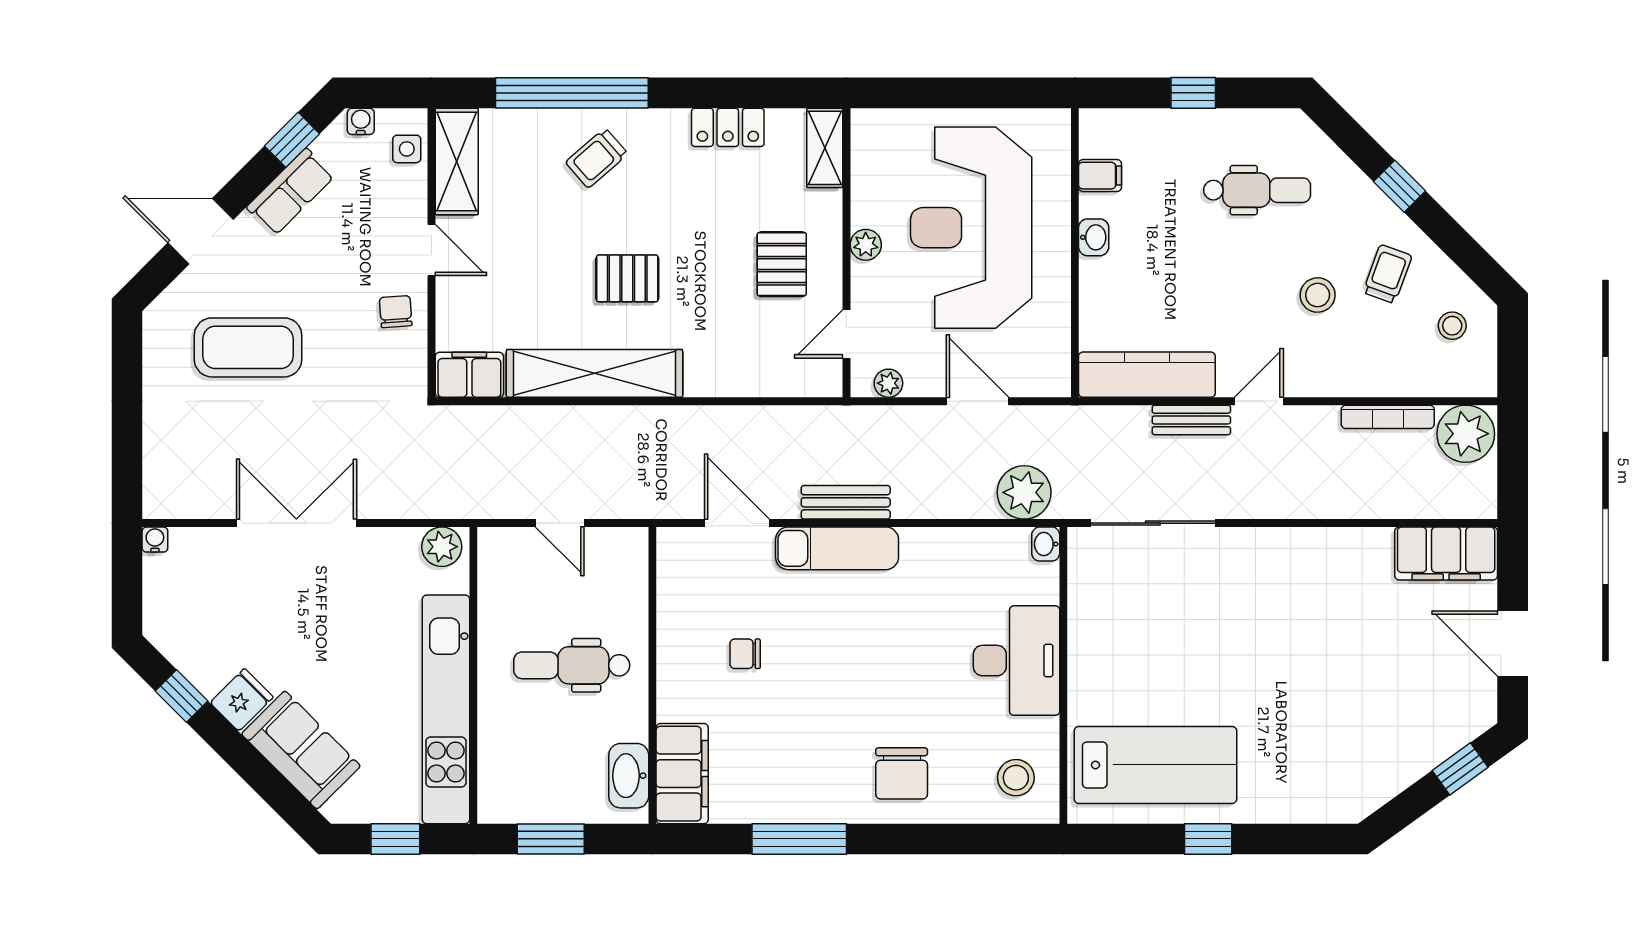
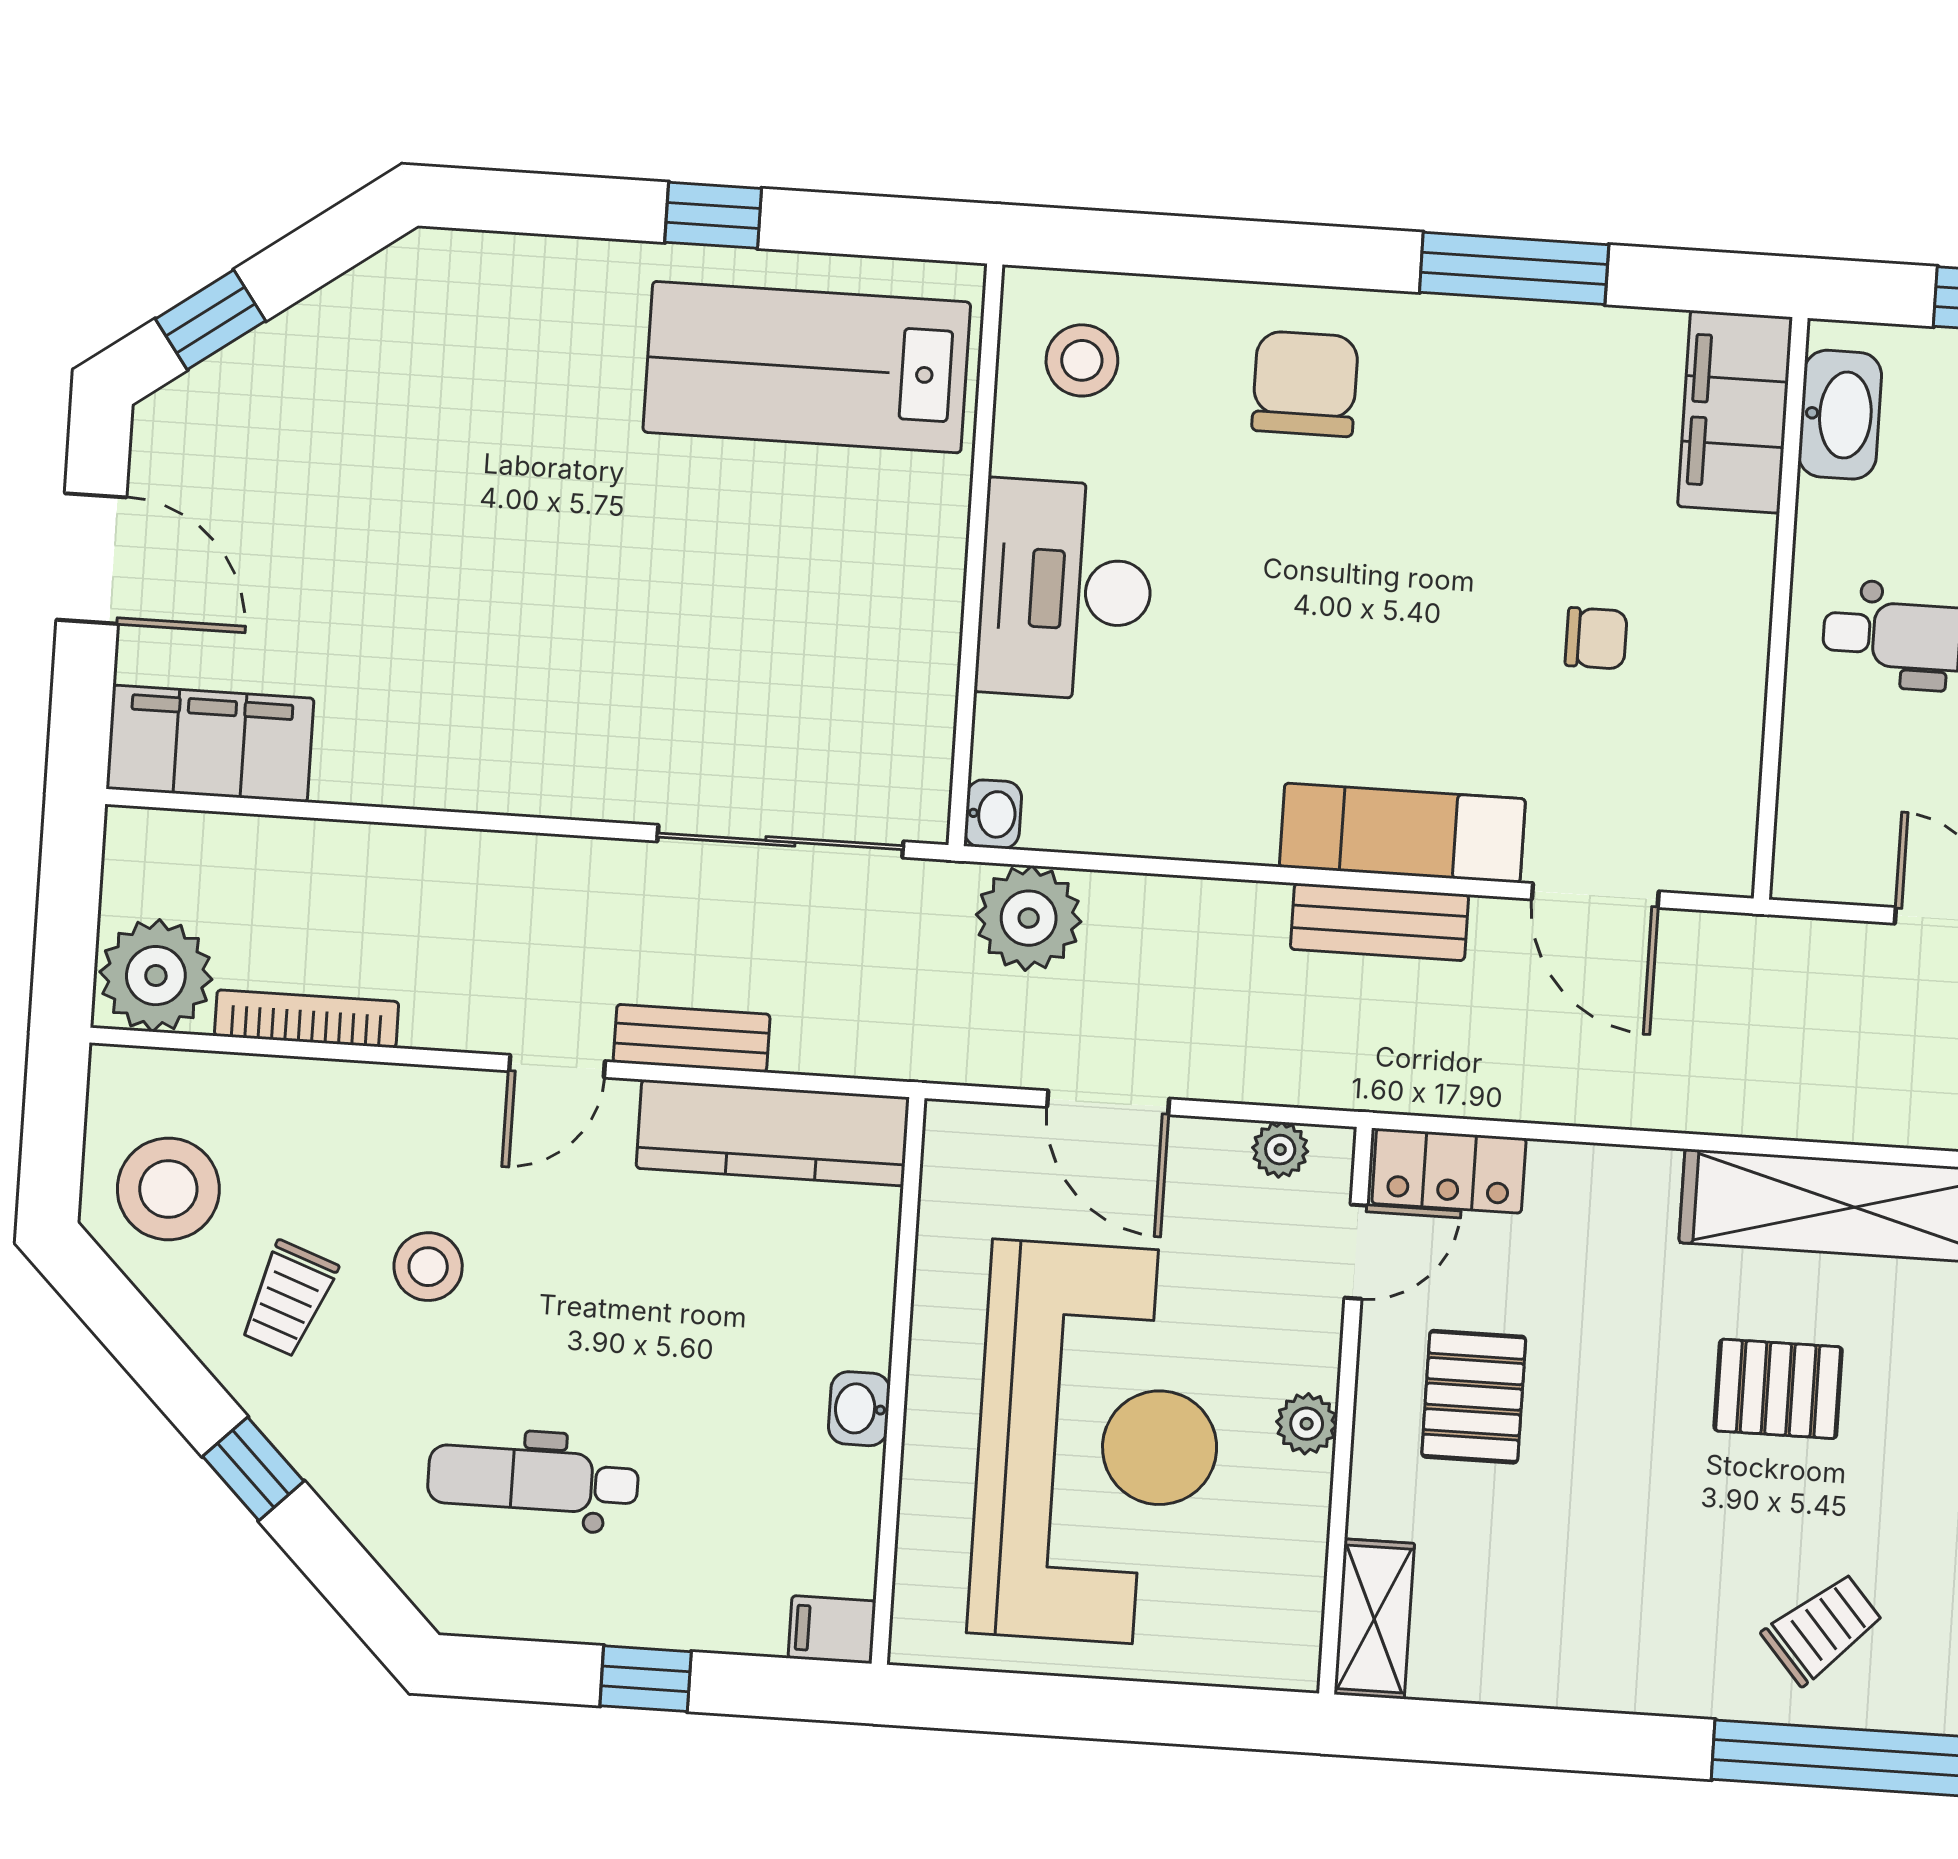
locker: (728, 127) -> (1449, 1171), moved, turned 180
filing cabinet: (1100, 176) -> (832, 1630), moved
stool: (1452, 326) -> (168, 1189), width x1.89, depth x1.89

